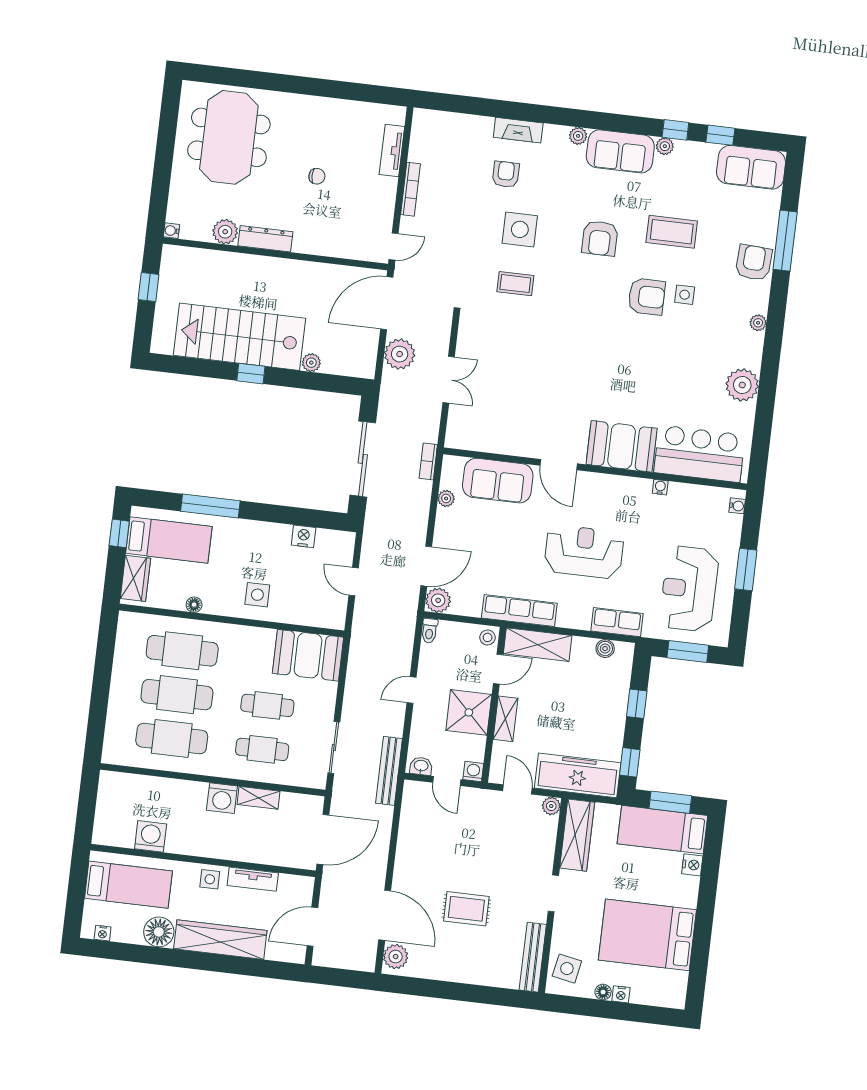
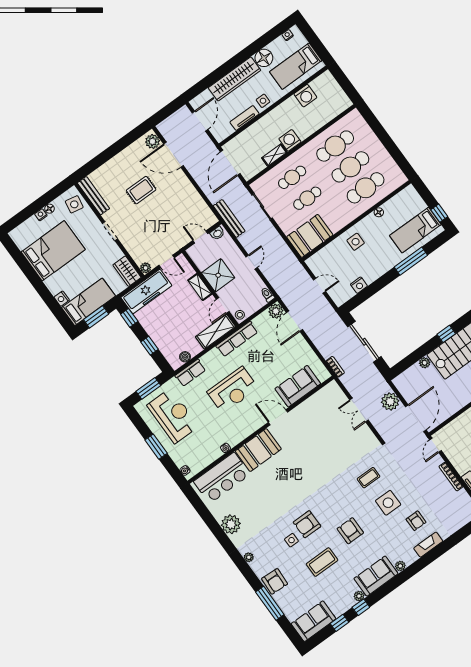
plant: (446, 498) -> (313, 358), removed
wardrobe: (135, 578) -> (414, 200), removed
washing machine: (473, 771) -> (193, 252), removed
wardrobe: (577, 835) -> (127, 271), width x0.67

